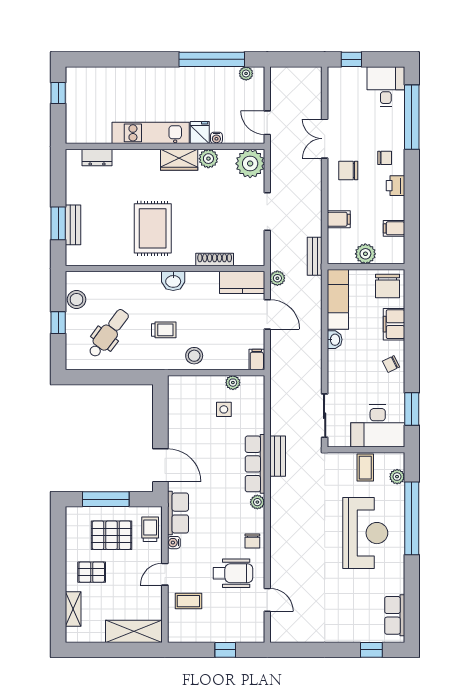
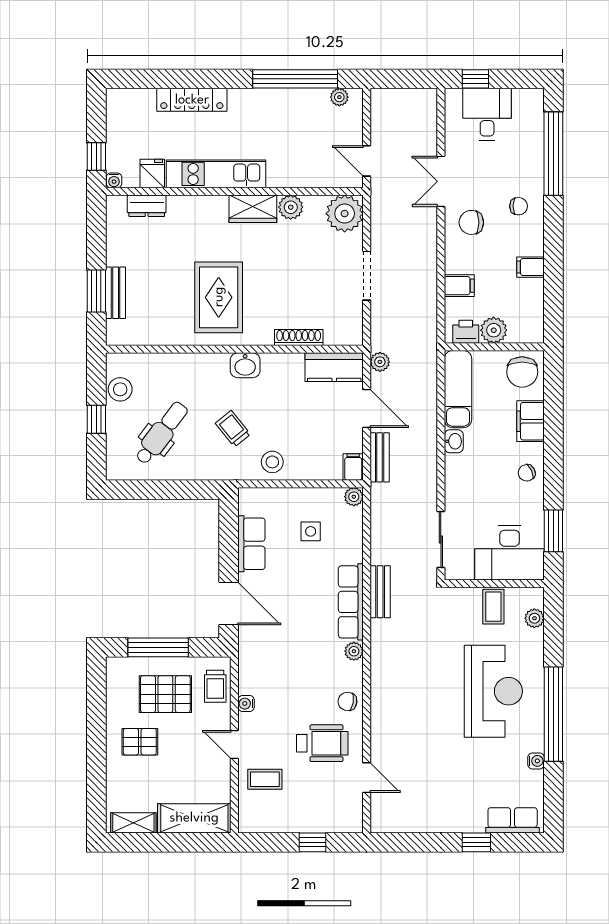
locker: (132, 76) -> (192, 100), added
desk: (386, 87) -> (487, 114), moved
window: (58, 93) -> (96, 157), moved
fridge: (200, 133) -> (152, 174), moved
water cooler: (216, 138) -> (114, 180), moved
printer: (395, 186) -> (466, 332), moved, turned 90
filing cabinet: (394, 228) -> (530, 267), moved
bench: (315, 256) -> (380, 457), moved
trolley: (164, 330) -> (233, 429), turned -129
plant: (233, 383) -> (354, 497), moved
row of seats: (178, 513) -> (251, 544), moved
window: (412, 518) -> (553, 714), moved
trolley: (150, 529) -> (215, 686), turned 180
chair: (252, 541) -> (347, 701), turned 99
door: (165, 574) -> (234, 745), hinge flipped
water cooler: (398, 587) -> (536, 761), added
shelving: (73, 609) -> (133, 823), moved, turned 90
row of seats: (395, 615) -> (513, 820), moved, turned 90
window: (371, 650) -> (476, 842), moved

